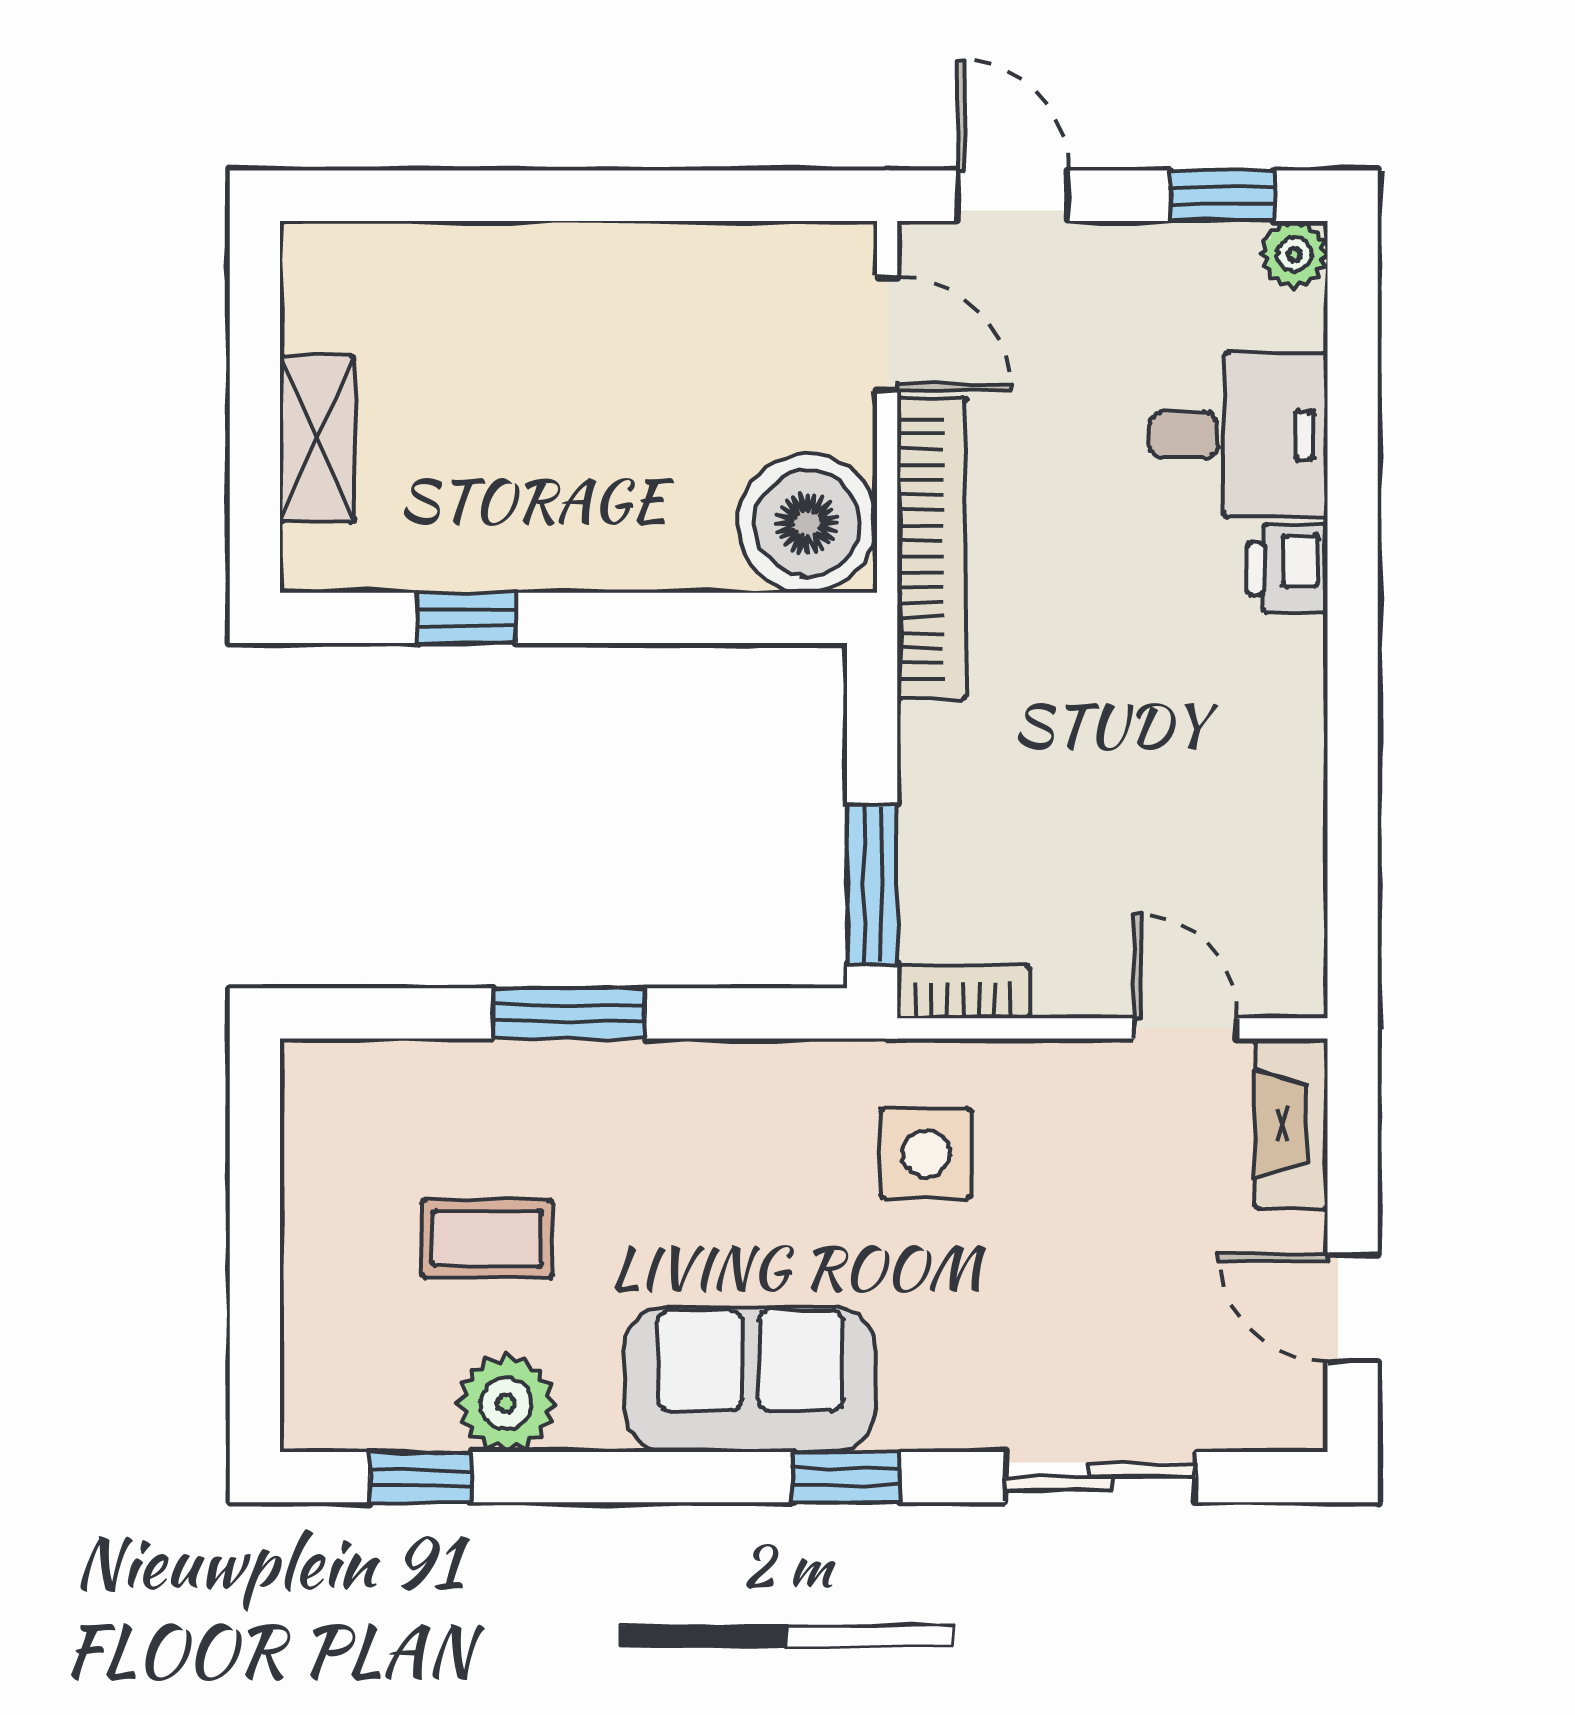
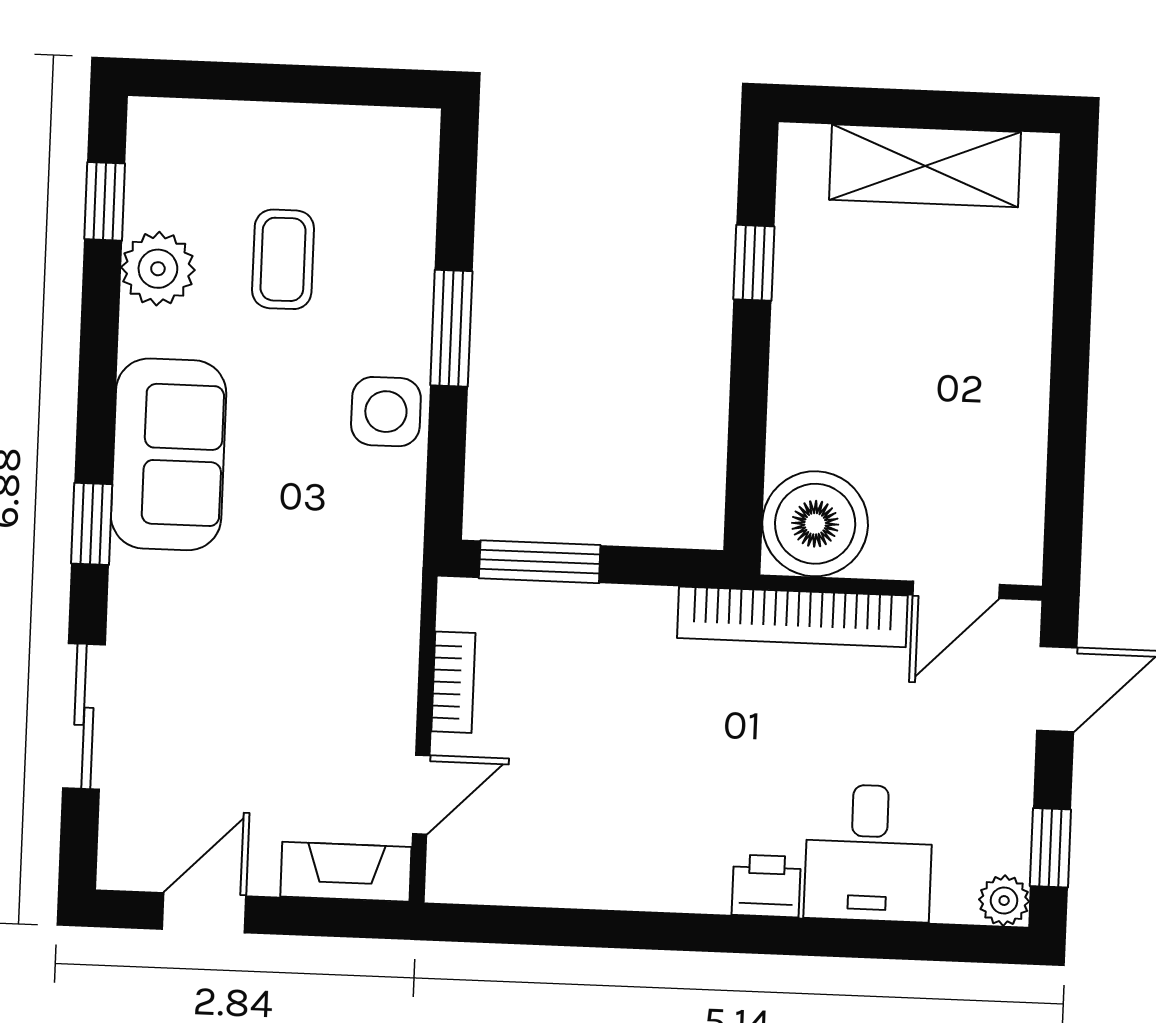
shelving: (317, 439) -> (925, 166), width x1.50, depth x1.33
bookcase: (963, 992) -> (453, 682), moved
side table: (926, 1153) -> (386, 412), moved

